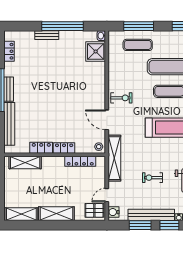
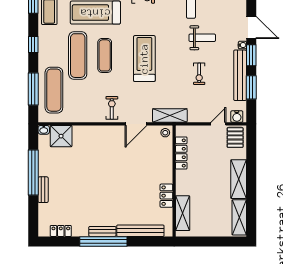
exercise mat: (138, 45) -> (54, 90), width x1.36, depth x1.45
locker: (64, 148) -> (167, 171), removed
shelving: (114, 158) -> (170, 115), width x0.68
door: (107, 195) -> (218, 124), swing flipped

